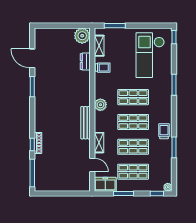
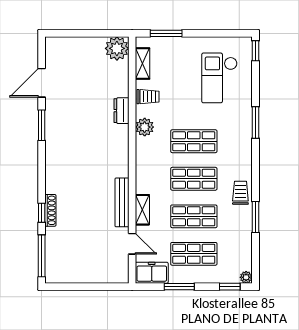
checkout: (150, 55) -> (219, 78), width x0.73, depth x0.83
door: (32, 58) -> (42, 83), hinge flipped
dresser: (85, 62) -> (121, 111), moved
plant: (100, 105) -> (145, 127), moved
bench: (85, 123) -> (122, 202), moved

